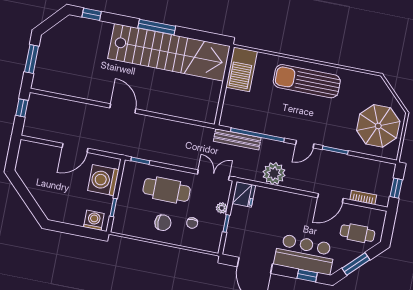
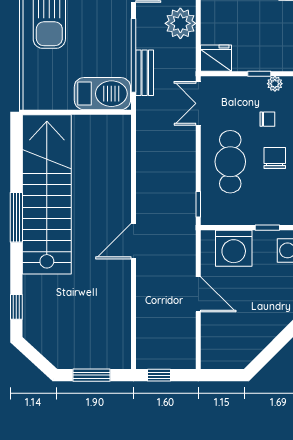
barbecue: (242, 69) -> (102, 94), moved
bench: (237, 139) -> (145, 73), width x0.73
plant: (222, 208) -> (275, 84), moved

